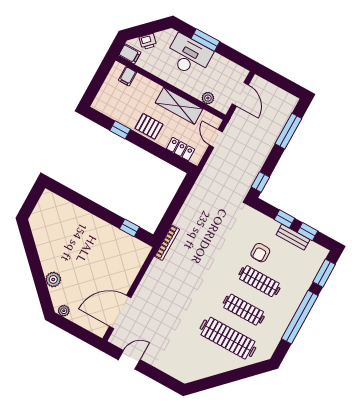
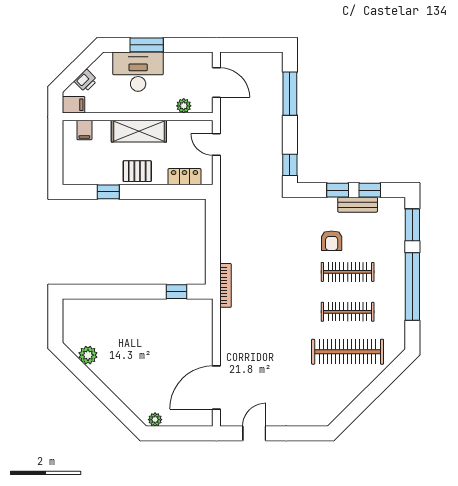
shelving: (179, 106) -> (139, 131), moved
plant: (53, 279) -> (88, 355), moved

